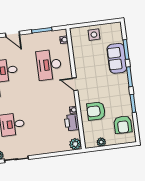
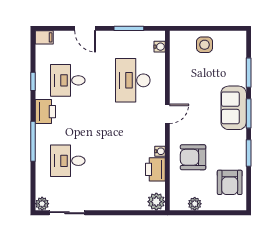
sofa: (117, 58) -> (234, 108), moved
door: (75, 84) -> (167, 114), swing flipped

